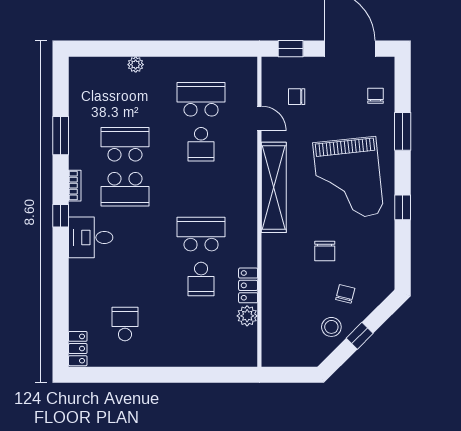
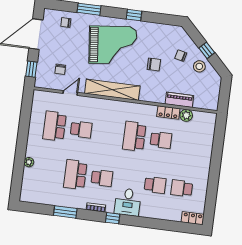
school desk: (125, 189) -> (102, 178), width x0.54
school desk: (125, 279) -> (155, 185), added
piano: (272, 301) -> (179, 100), added

